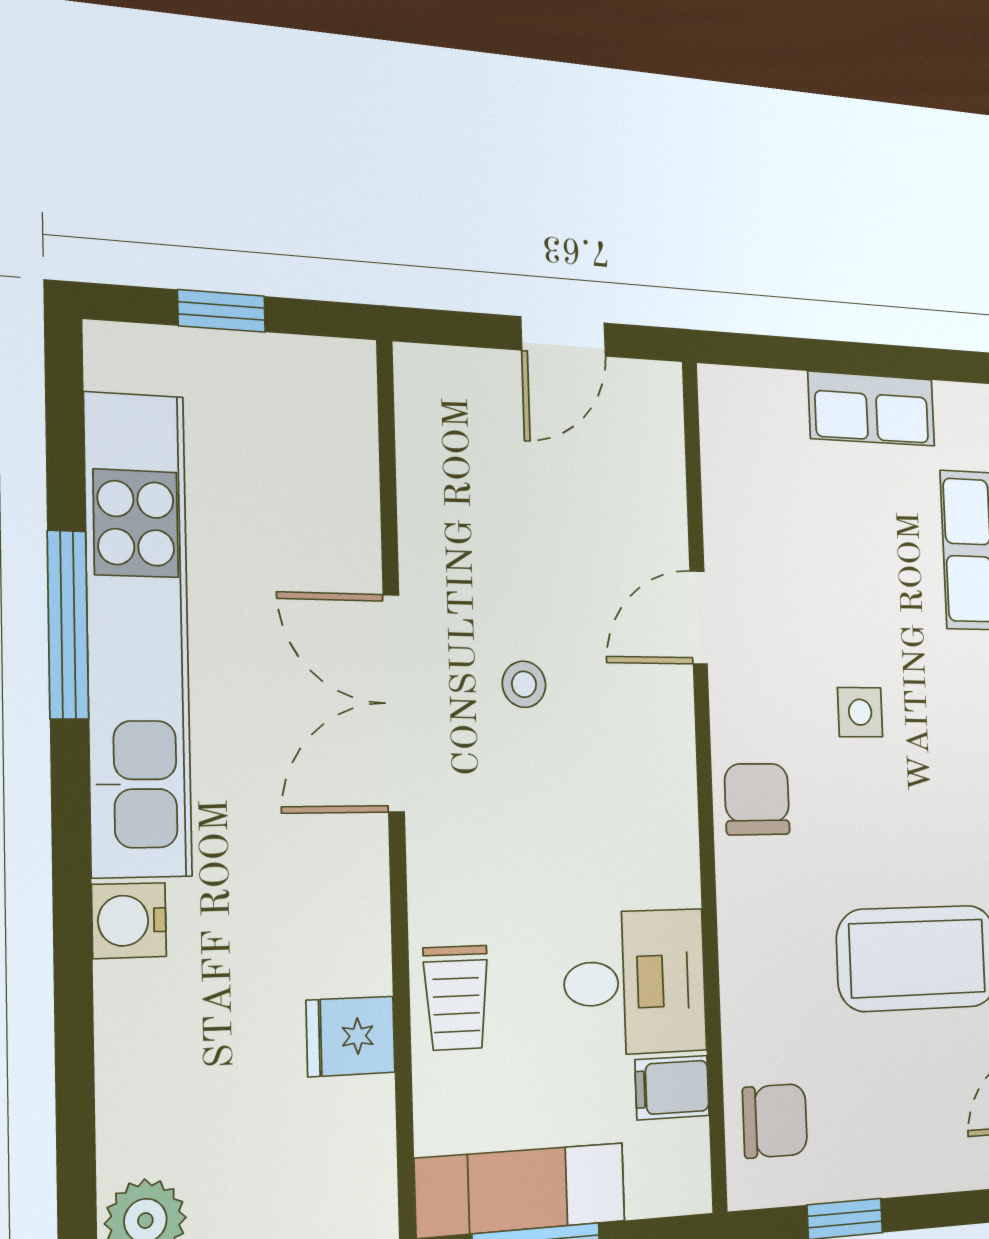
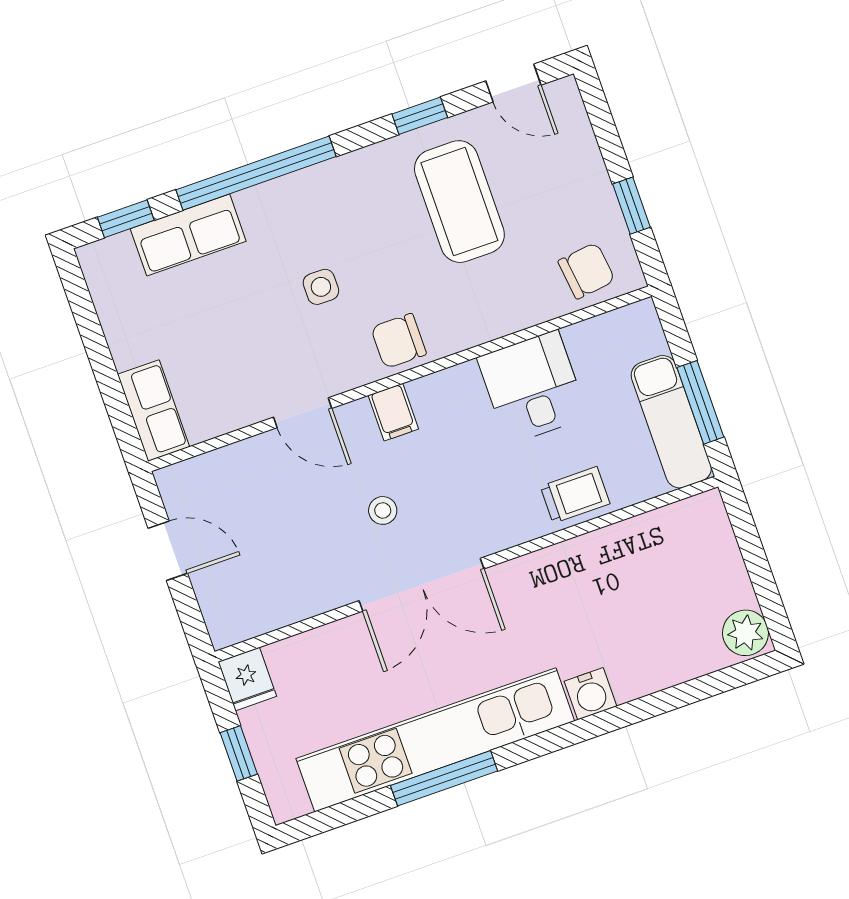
row of seats: (872, 409) -> (153, 411), moved
fridge: (351, 1036) -> (247, 679), moved
filing cabinet: (672, 1088) -> (393, 412), moved
chair: (775, 1121) -> (587, 271), turned 83

